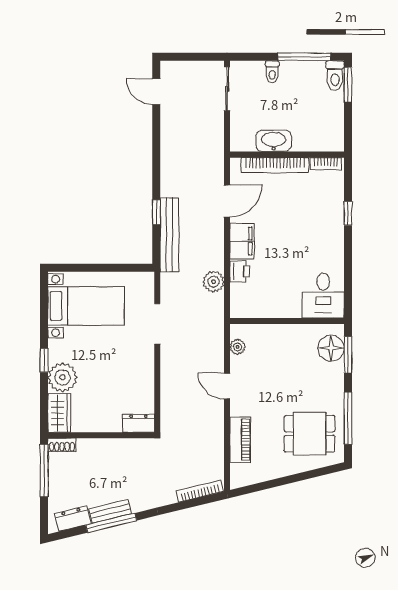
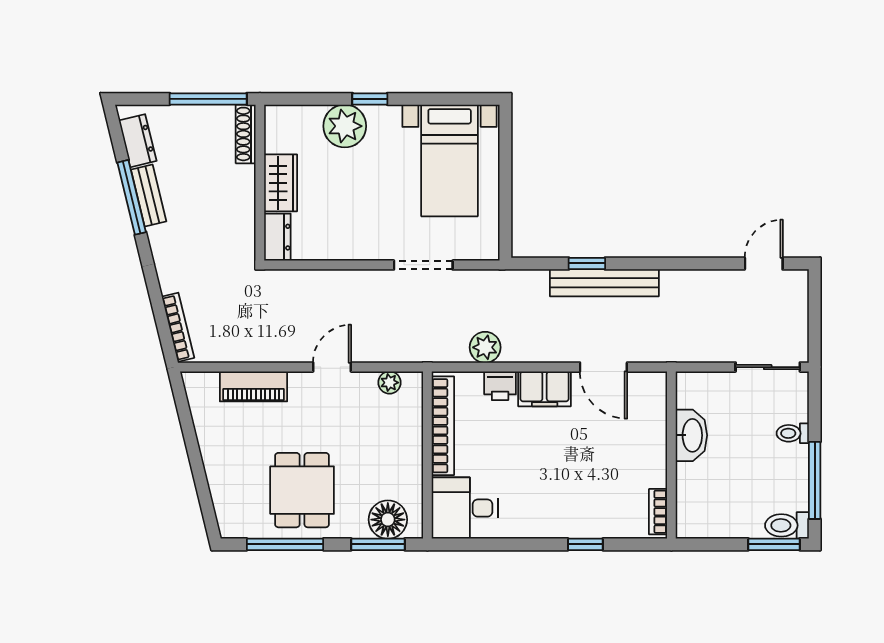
bookcase: (275, 165) -> (443, 426), moved, turned 180
bench: (169, 235) -> (604, 283), moved
wardrobe: (59, 413) -> (281, 183), moved, turned -90
dining table: (310, 434) -> (302, 490), moved
shoe rack: (62, 445) -> (246, 134), width x1.43

